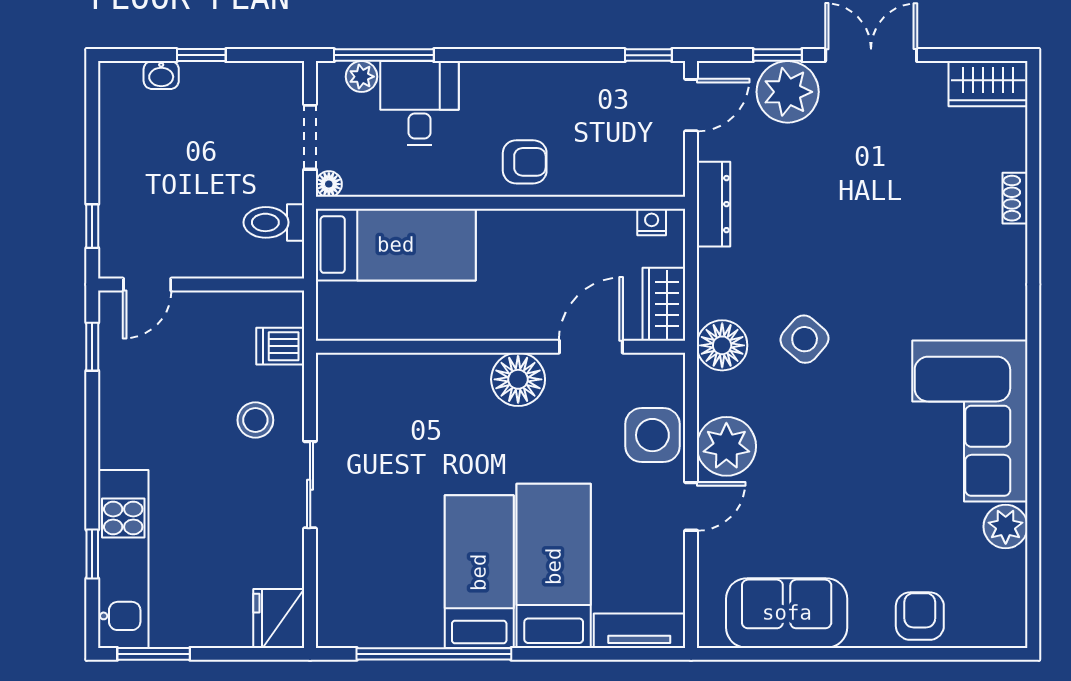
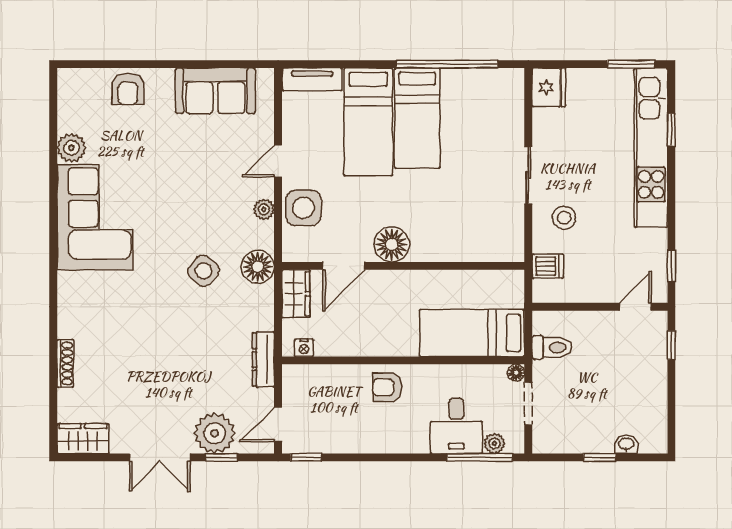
shoe rack: (1015, 198) -> (65, 363), width x1.43
plant: (726, 446) -> (264, 209), width x0.53, depth x0.53
kitchen unit: (123, 559) -> (651, 148), width x1.36

